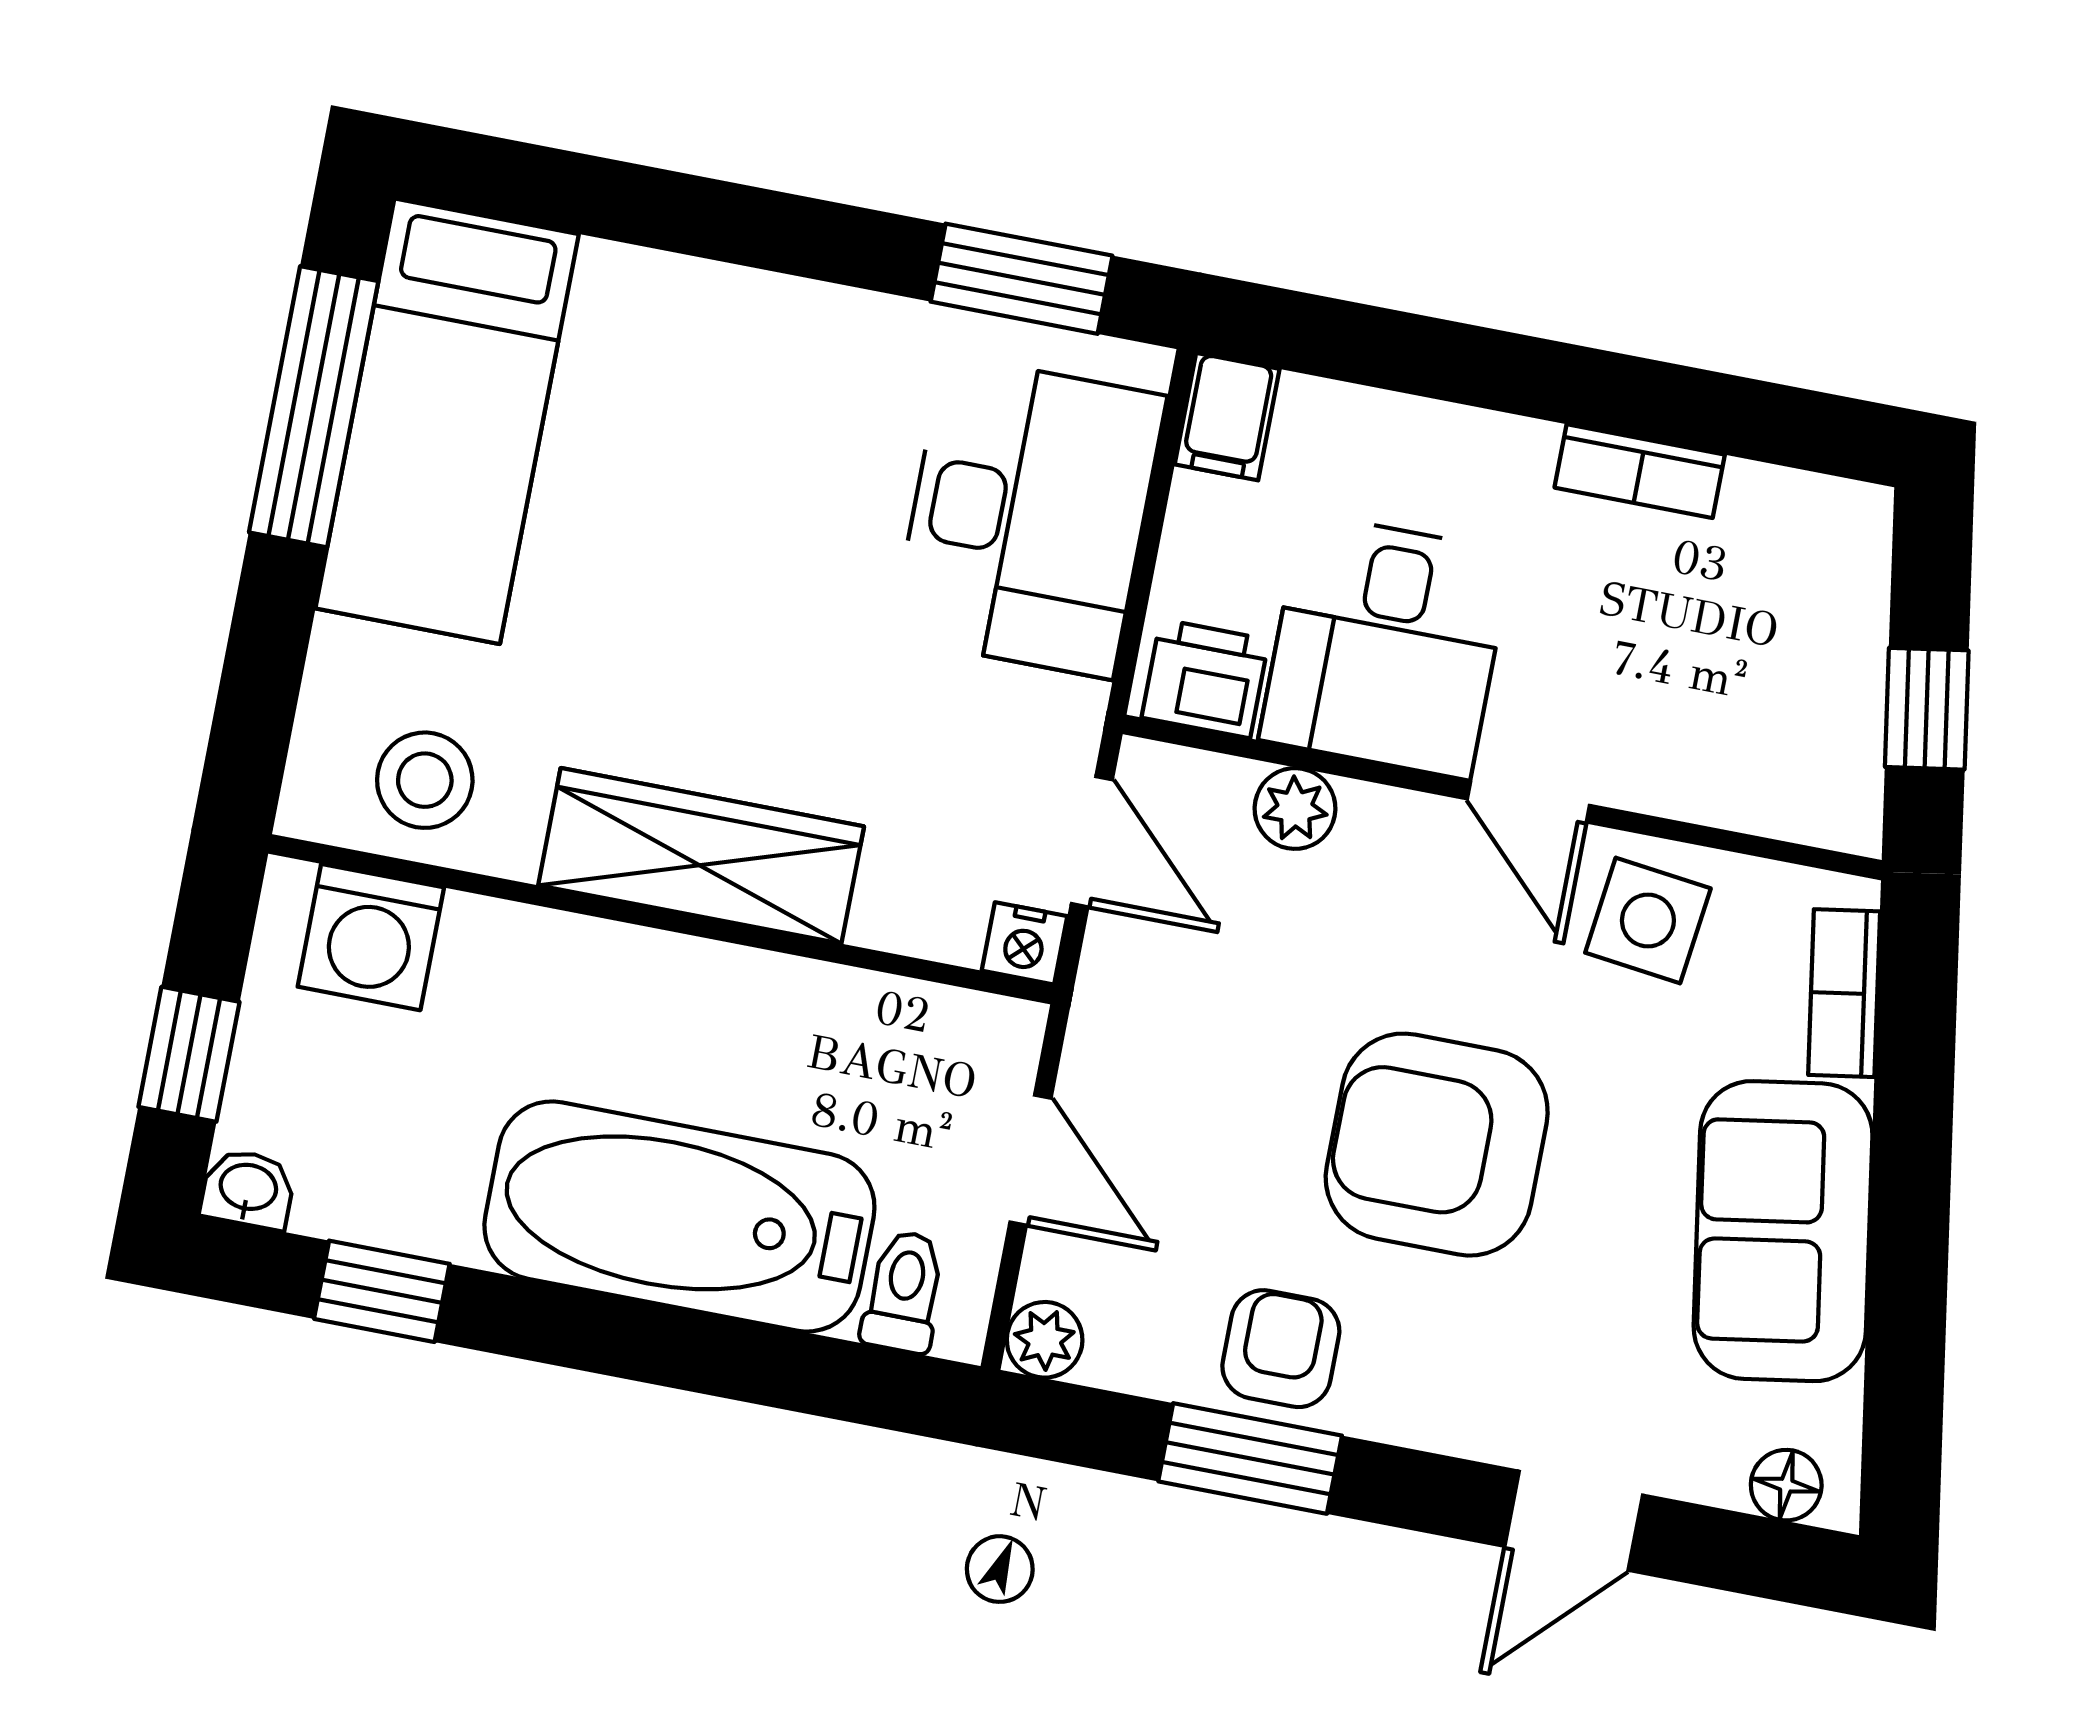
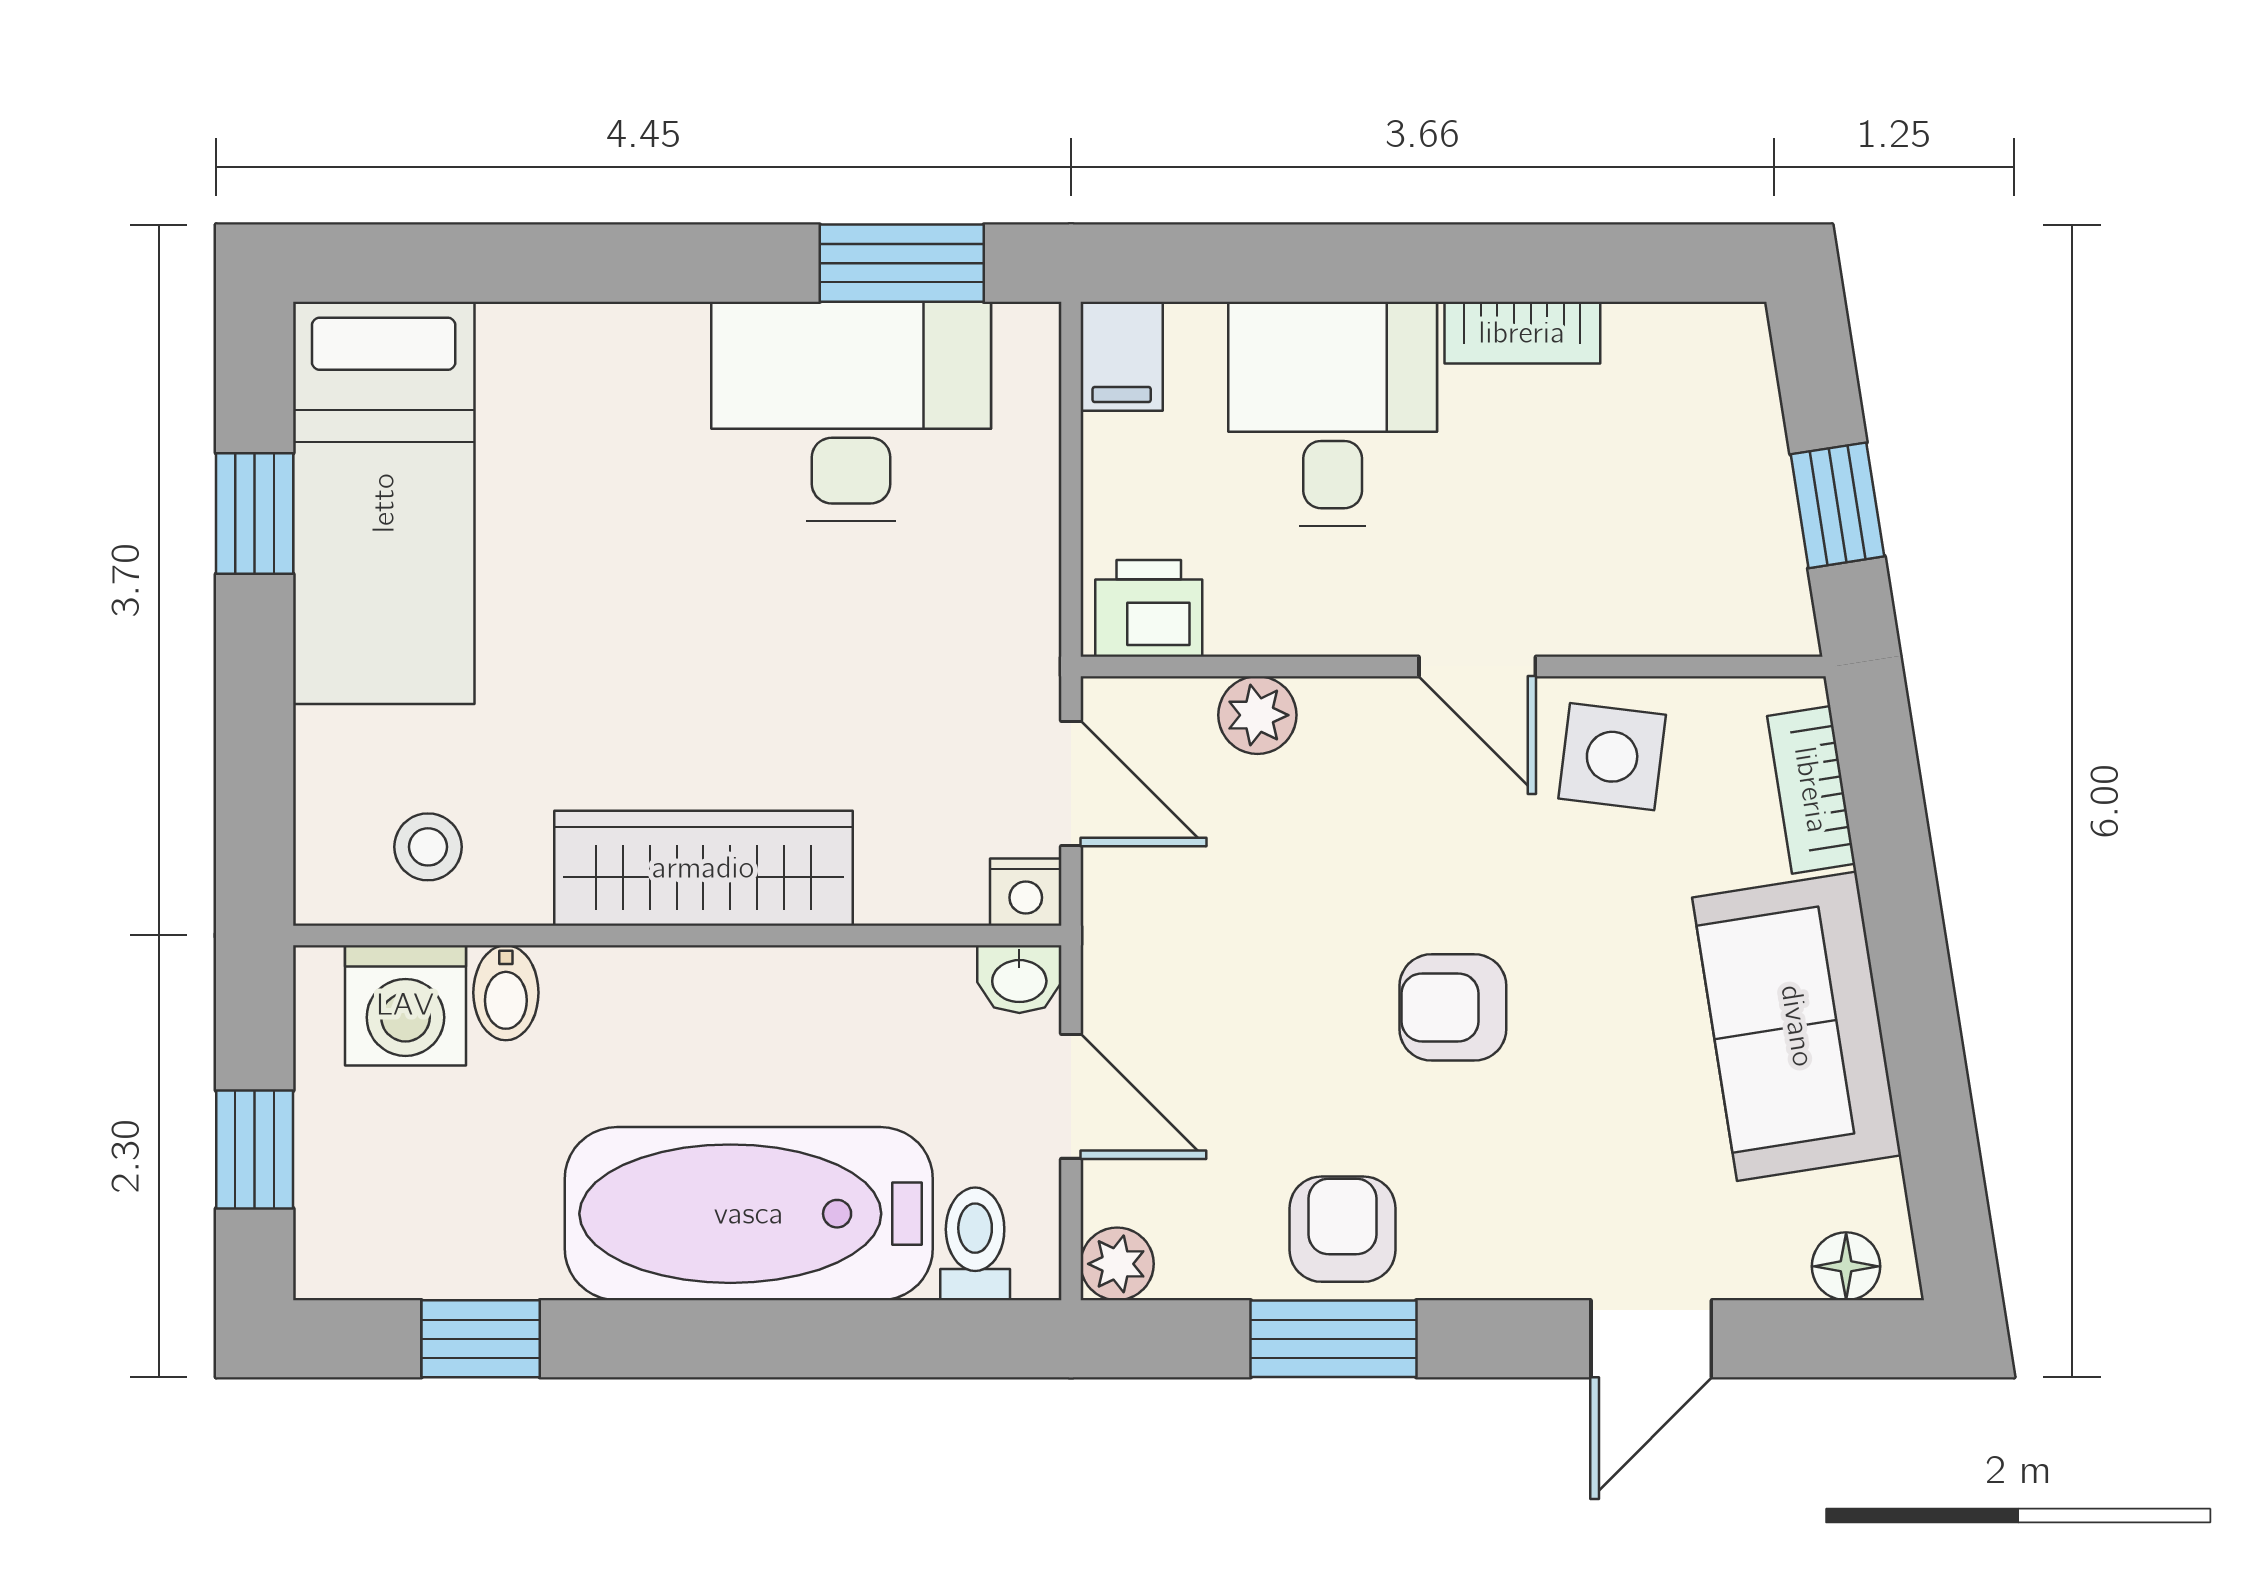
window: (314, 407) -> (255, 513), width x0.46
desk: (1028, 517) -> (851, 411), moved, turned -90
desk: (1386, 646) -> (1333, 414), moved, turned 180
stool: (425, 780) -> (428, 847), width x0.73, depth x0.73
bidet: (476, 944) -> (506, 993), added
armchair: (1437, 1145) -> (1453, 1007), width x0.53, depth x0.53
washbasin: (248, 1189) -> (1019, 979), moved, turned 180

